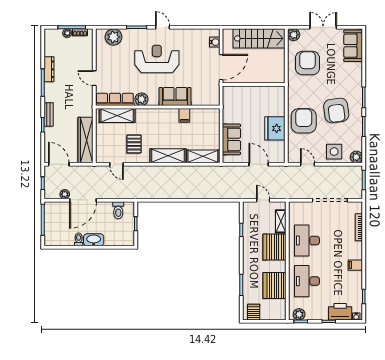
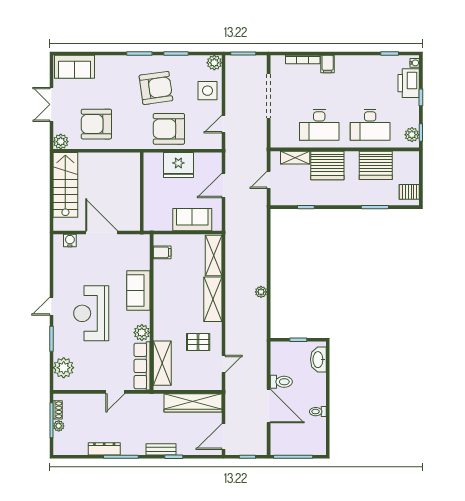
wall: (254, 85) -> (142, 192), moved
filing cabinet: (184, 115) -> (162, 252), moved
plant: (65, 194) -> (261, 292), moved
toilet: (118, 210) -> (281, 382), moved
washbasin: (94, 240) -> (318, 360), moved
filing cabinet: (355, 265) -> (328, 64), moved

